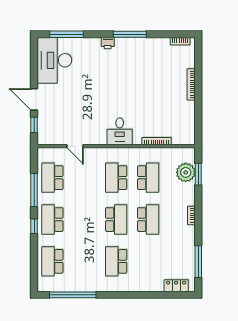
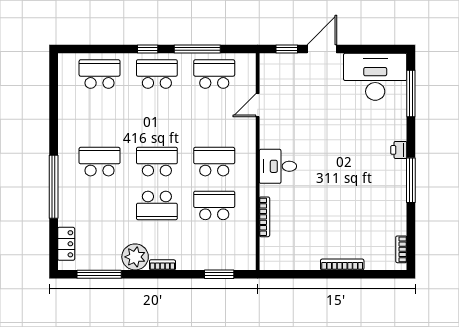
plant: (186, 172) -> (135, 257), moved
school desk: (148, 178) -> (214, 205), turned 180
school desk: (116, 220) -> (157, 162), turned 180
window: (73, 295) -> (54, 187), moved

